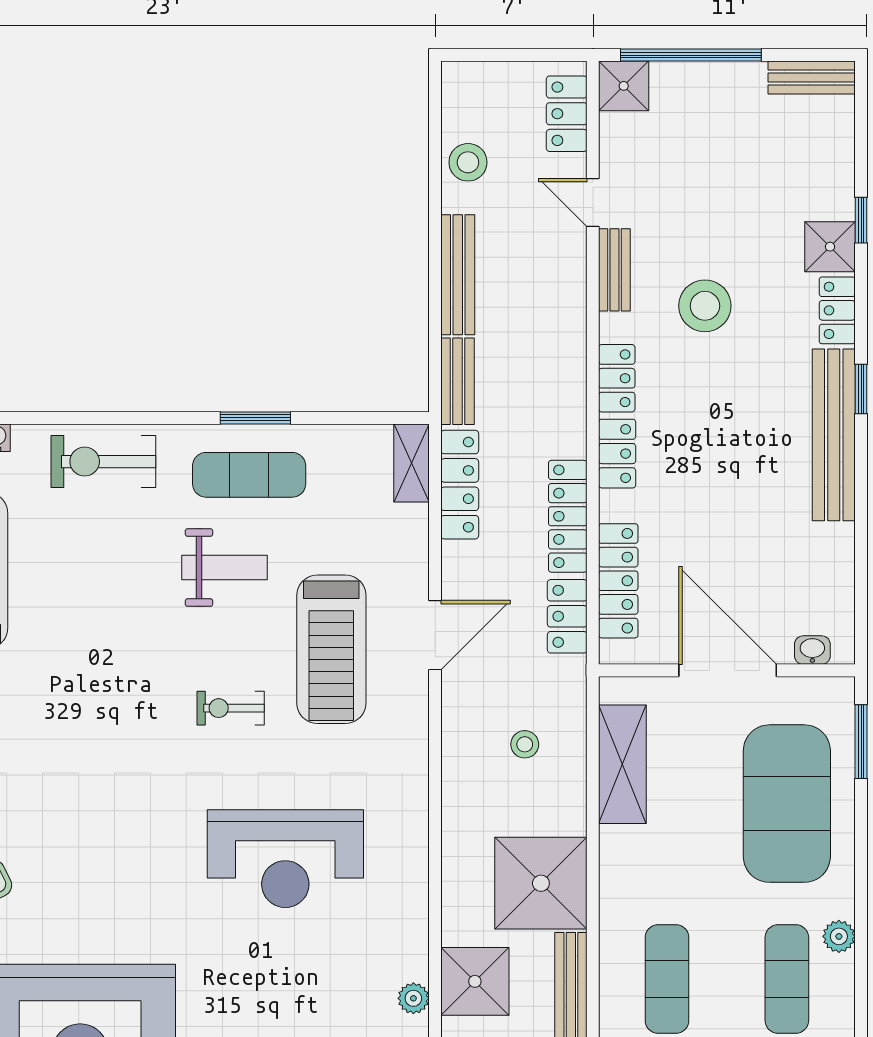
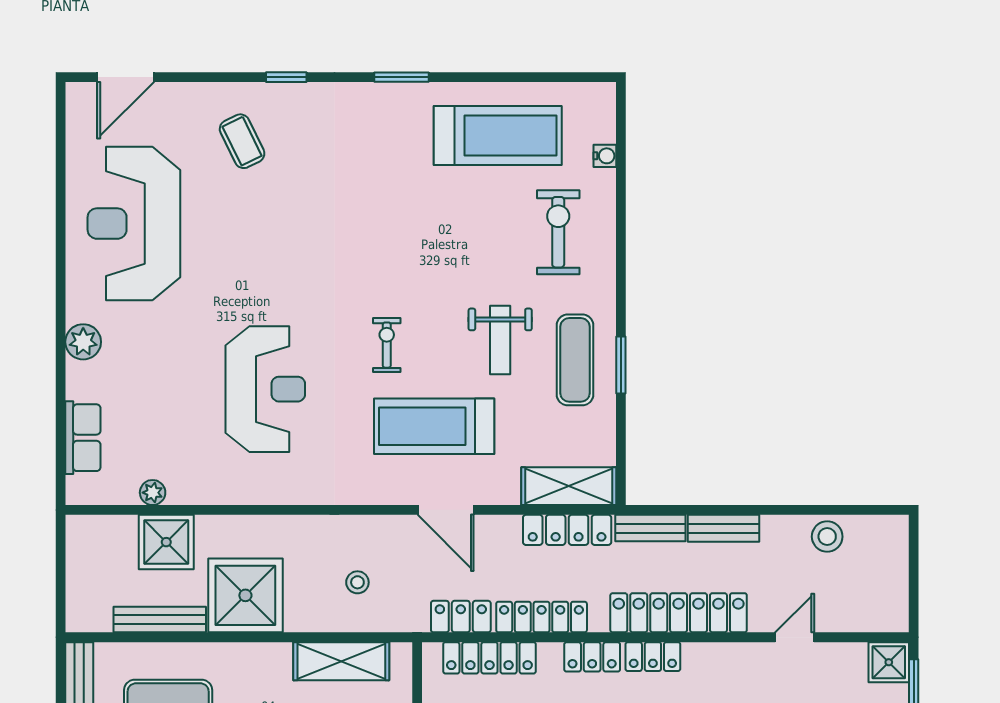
locker: (567, 114) -> (679, 613), moved, width x2.16, depth x1.21
bench: (614, 270) -> (740, 655), removed
bench: (458, 275) -> (724, 528), width x0.73
exercise bike: (103, 462) -> (558, 232), moved
shelving: (411, 463) -> (569, 486), width x1.50, depth x1.33
reception desk: (285, 859) -> (265, 389), turned 180

